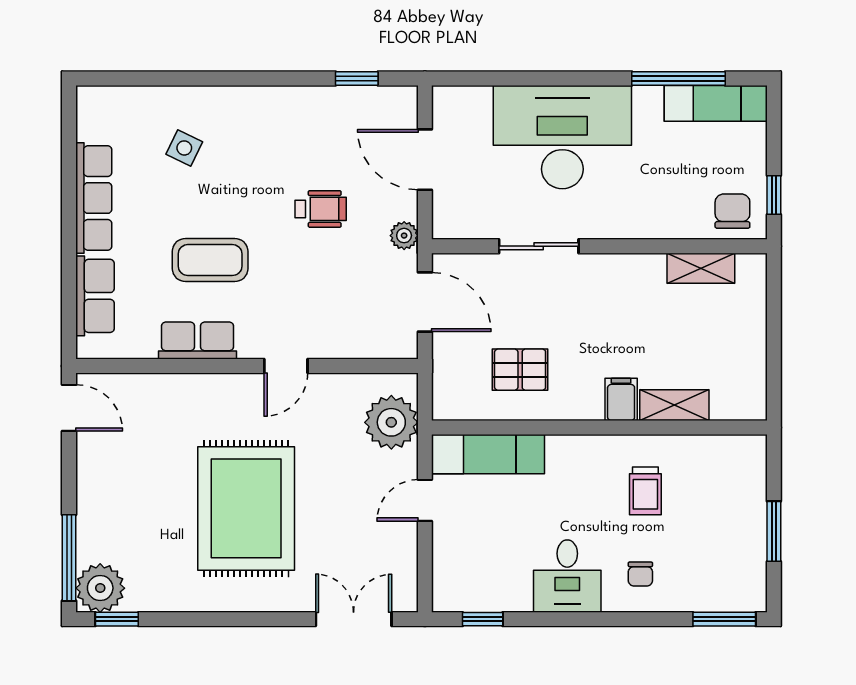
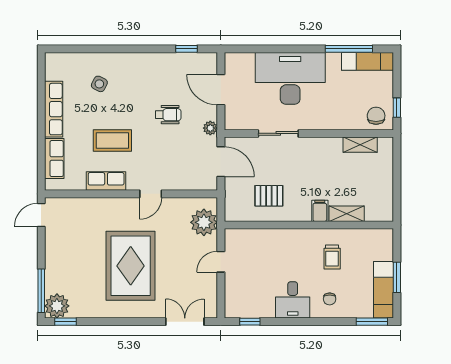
door: (69, 408) -> (41, 215), swing flipped
exam couch: (488, 454) -> (384, 290), moved, turned 90

